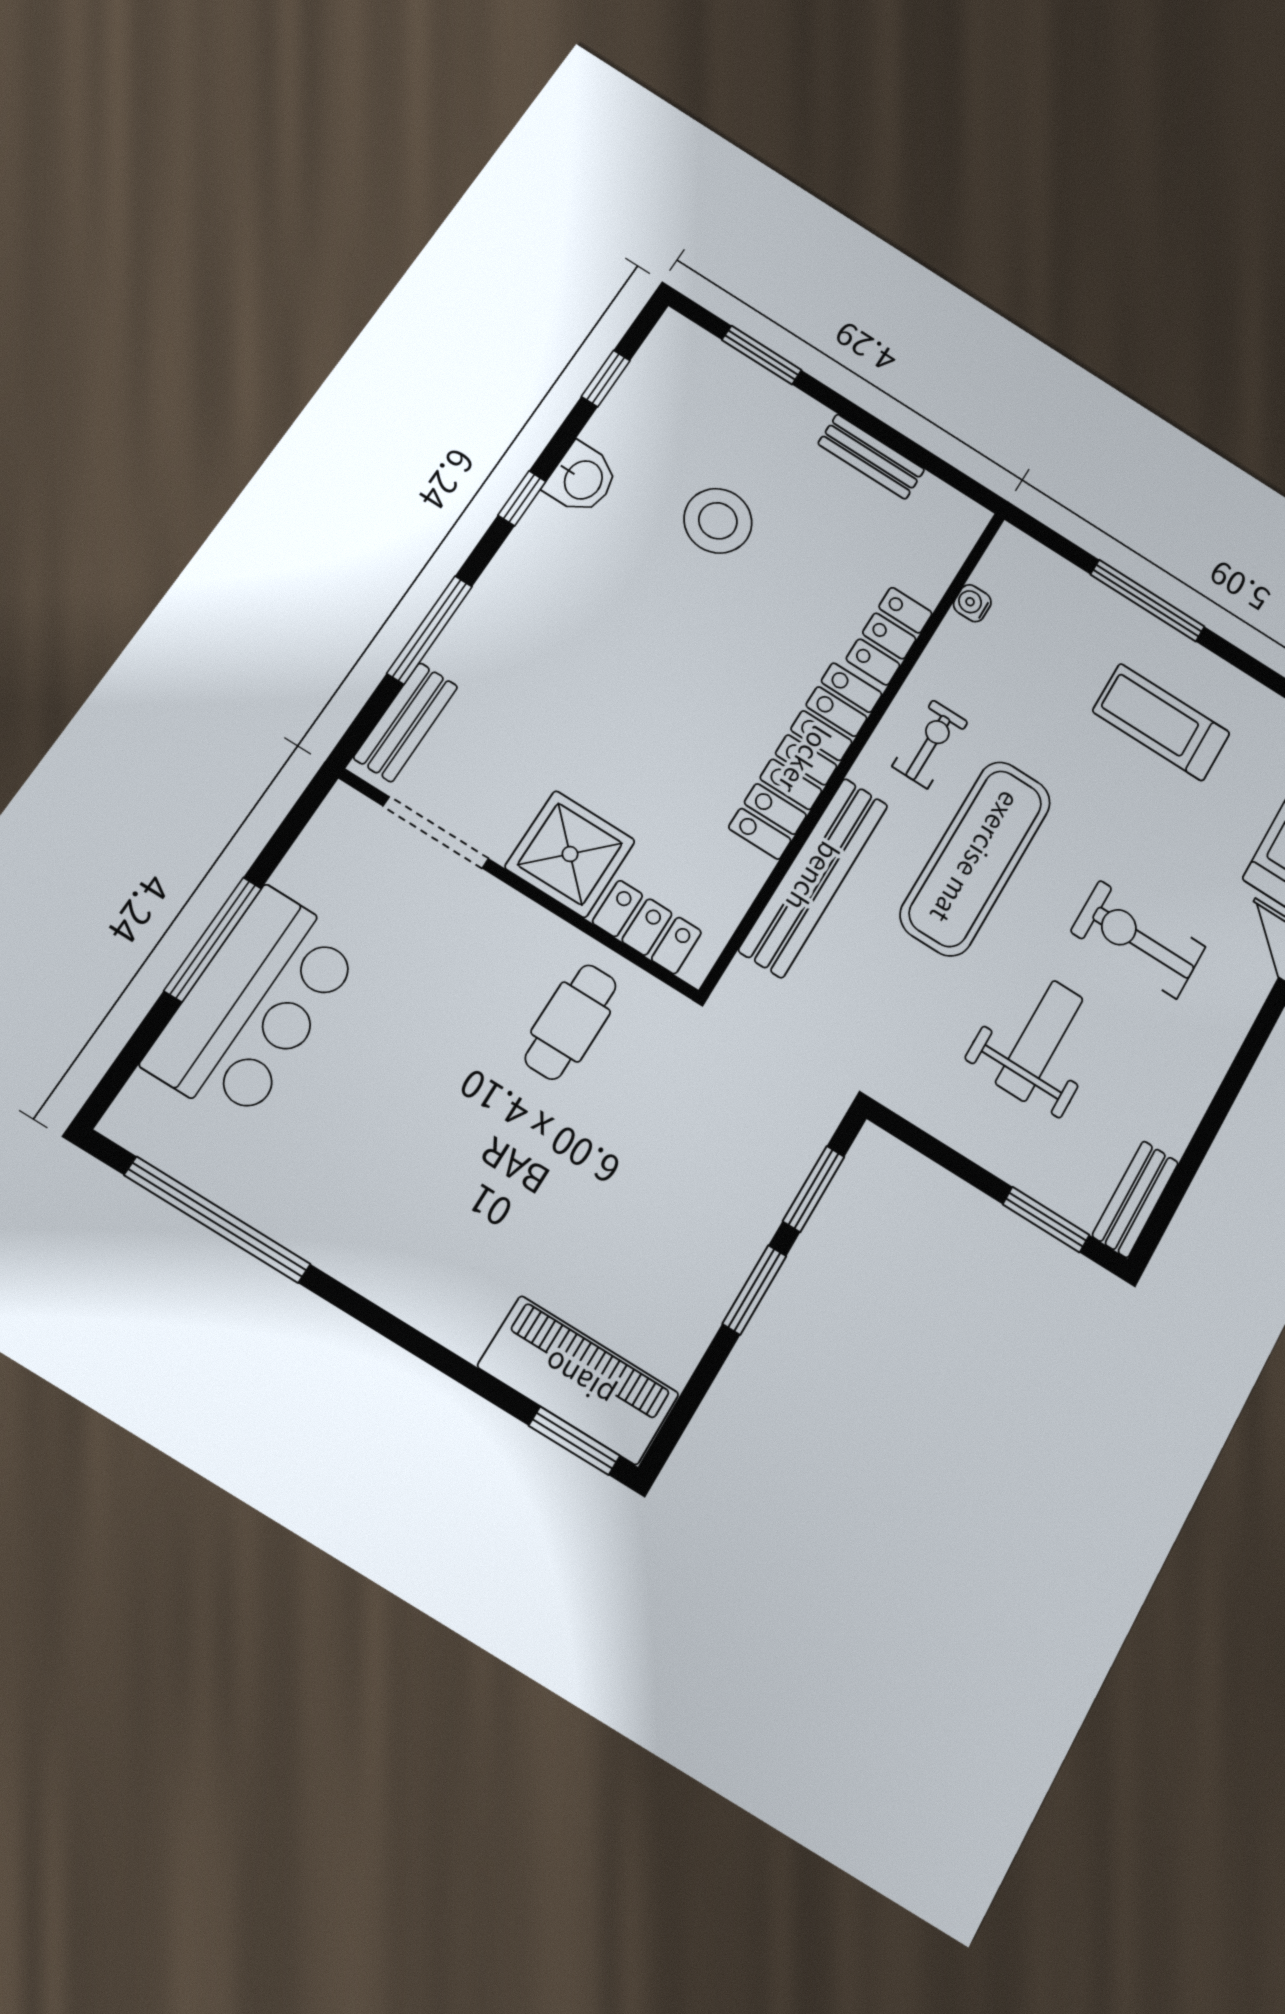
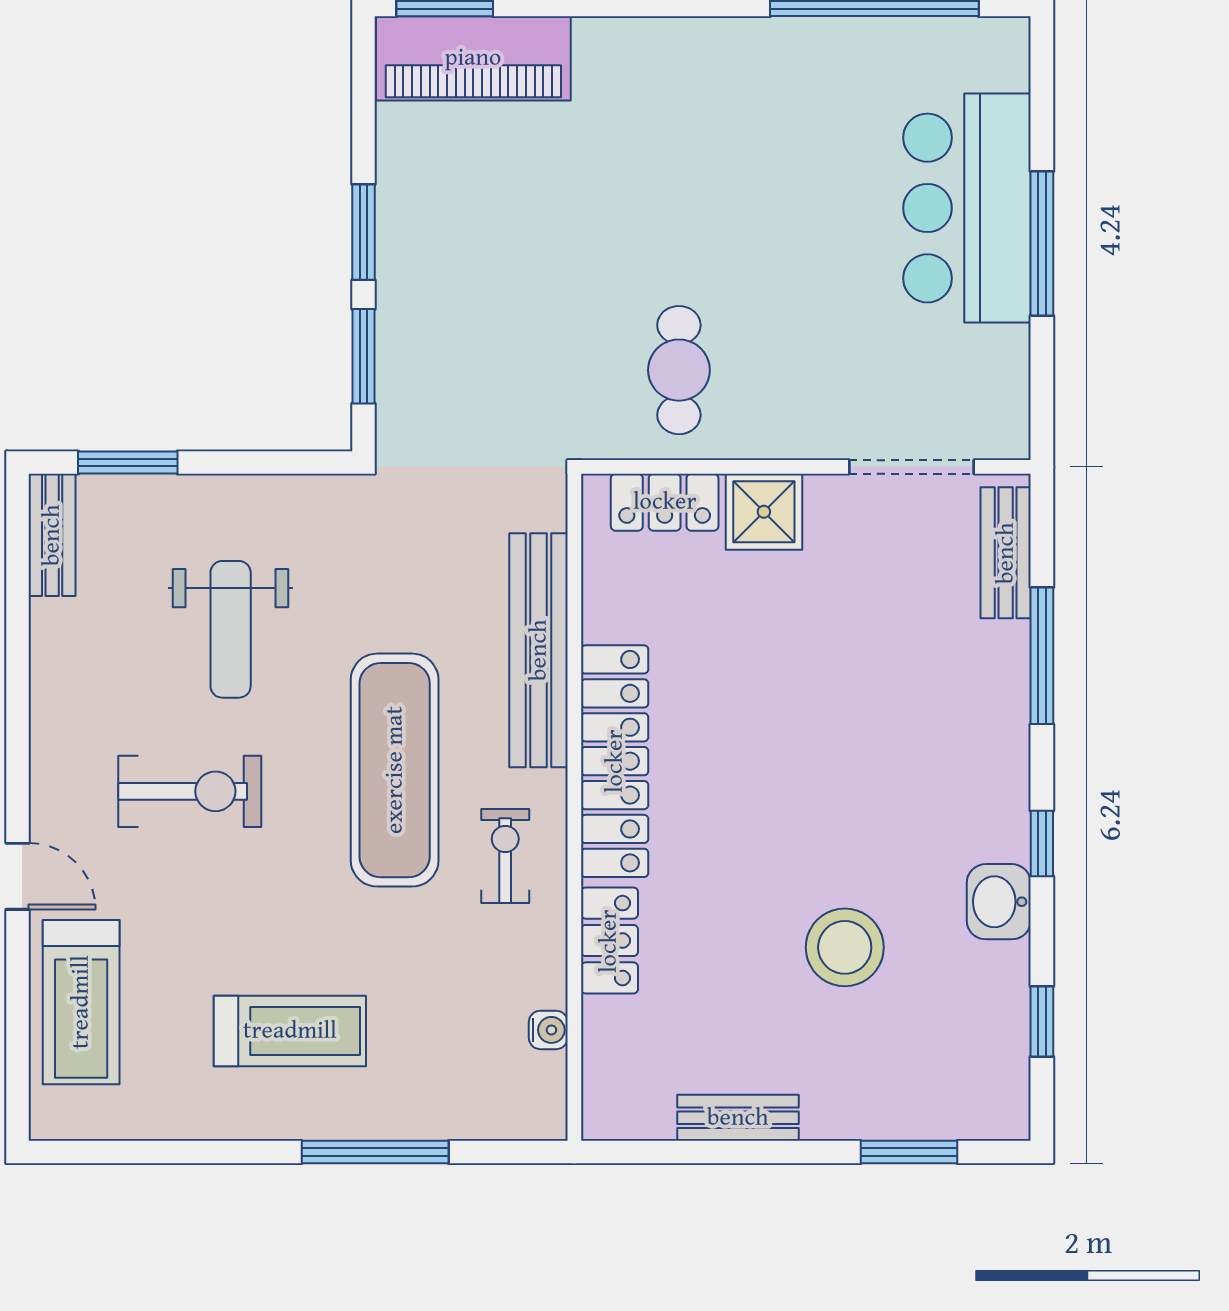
exercise bike: (930, 744) -> (505, 856), turned 180
shower: (570, 854) -> (764, 512), width x0.73, depth x0.73

